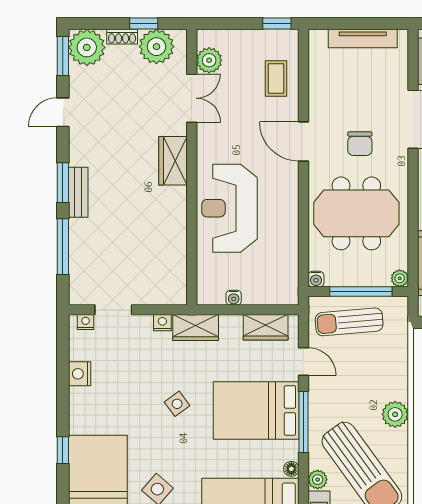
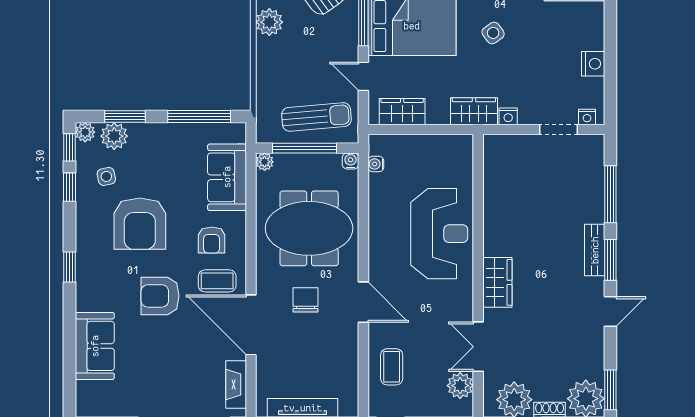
door: (63, 112) -> (610, 311), moved
water cooler: (234, 298) -> (376, 164), moved, turned -90

